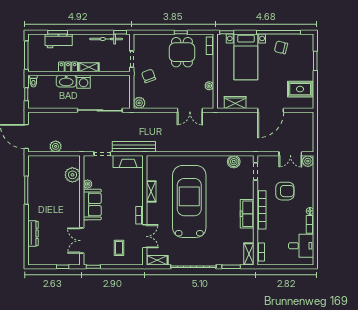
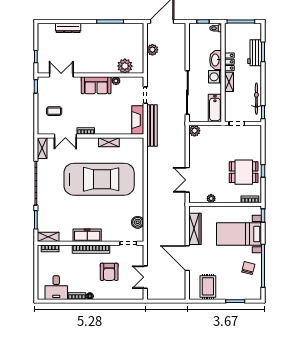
chair: (149, 76) -> (221, 140), removed
bathtub: (116, 82) -> (215, 108), added
wardrobe: (235, 102) -> (195, 229), width x1.50
plant: (308, 161) -> (138, 294), removed

